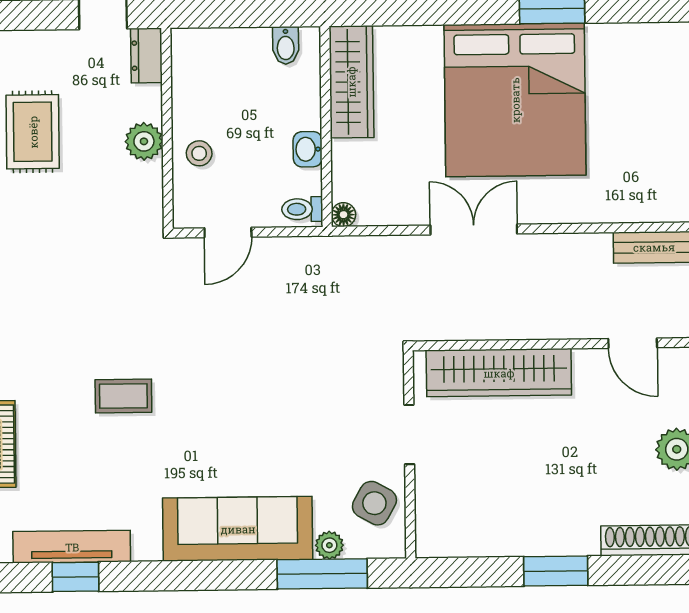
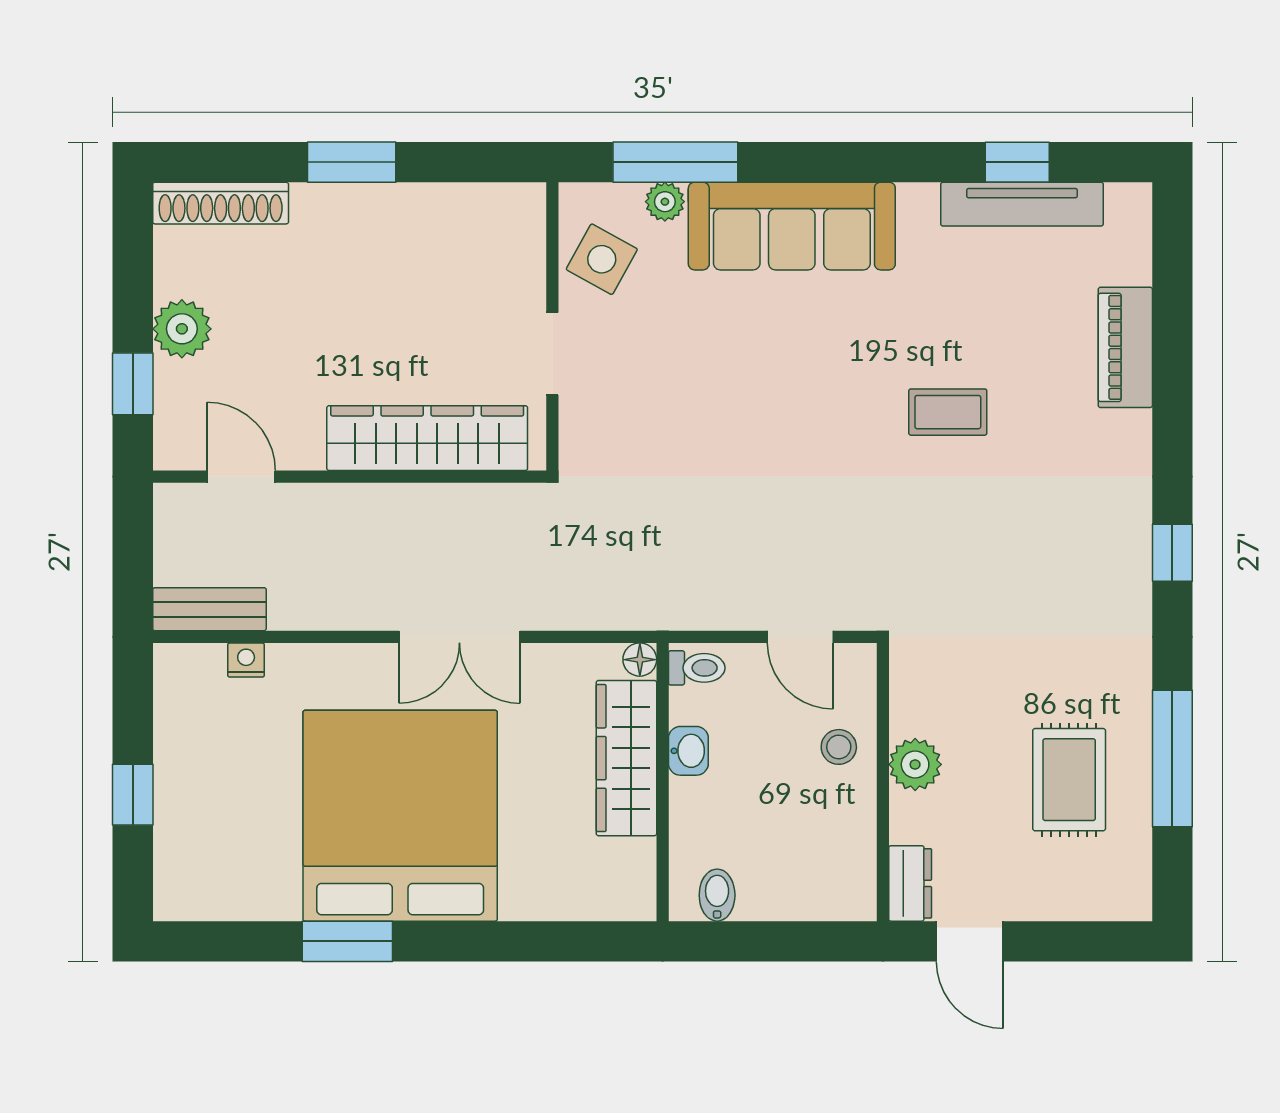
wardrobe: (351, 82) -> (626, 758), moved
nightstand: (628, 211) -> (246, 660), added
door: (228, 232) -> (800, 637), swing flipped

